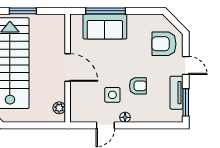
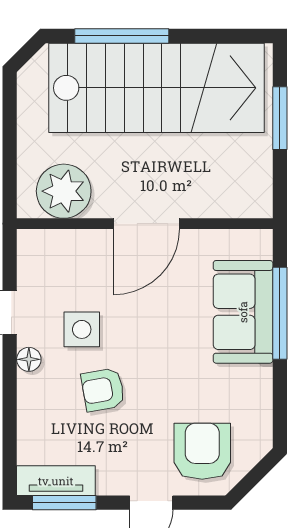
armchair: (138, 86) -> (103, 390), turned 80
tv unit: (176, 93) -> (56, 481), moved
plant: (59, 108) -> (64, 191), width x1.87, depth x1.87

